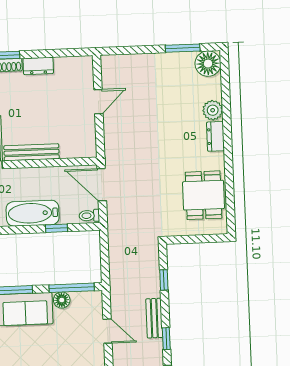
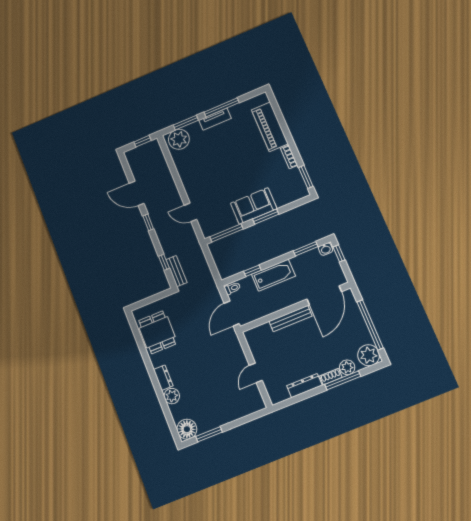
dresser: (38, 66) -> (304, 386), width x1.44
door: (102, 185) -> (232, 313), swing flipped
floor lamp: (62, 300) -> (230, 222), removed
bench: (154, 318) -> (176, 271), moved

